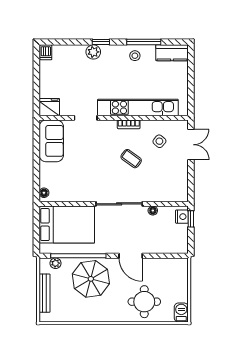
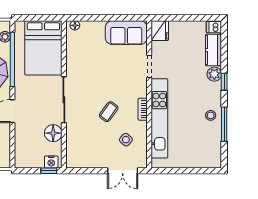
kitchen counter: (172, 53) -> (214, 50), moved
floor lamp: (153, 211) -> (53, 133), width x1.89, depth x1.89

